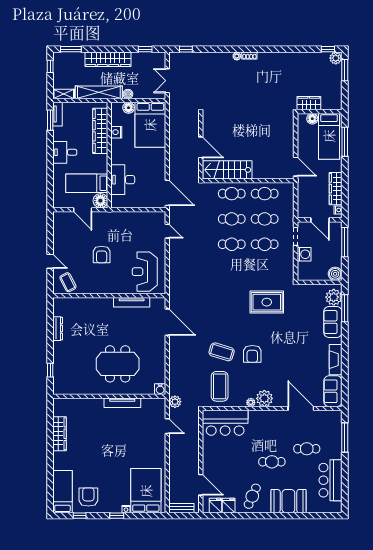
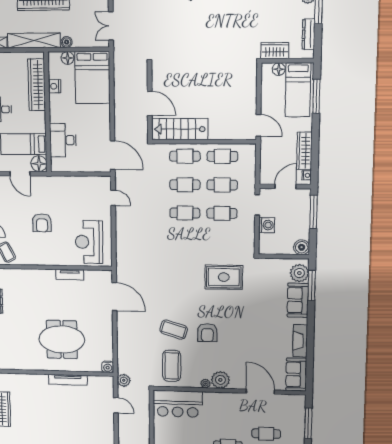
dresser: (337, 90) -> (309, 34), added
door: (320, 220) -> (286, 186), swing flipped
tv unit: (132, 302) -> (70, 275), width x0.71

